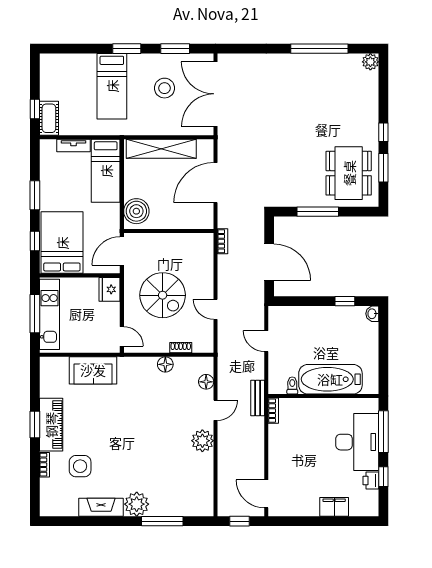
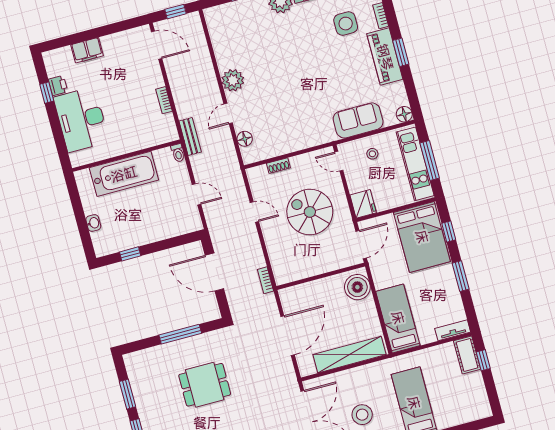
tv unit: (73, 146) -> (453, 330), moved
dining table: (349, 173) -> (205, 385), moved, width x0.73
washbasin: (372, 314) -> (93, 223), moved
stool: (88, 335) -> (372, 154), added
floor lamp: (165, 364) -> (404, 114), moved
toilet: (292, 385) -> (178, 153), moved
bookcase: (273, 411) -> (164, 100), moved
window: (383, 432) -> (59, 136), removed

